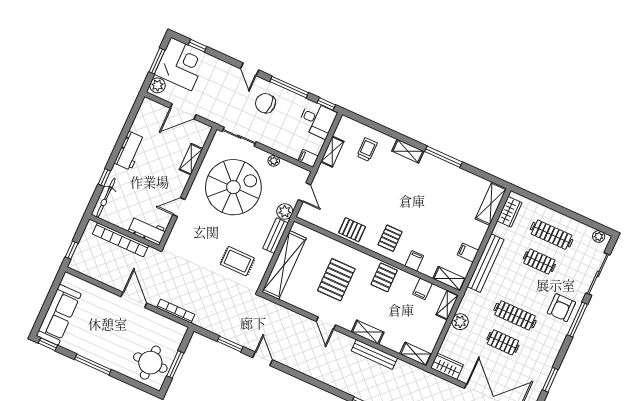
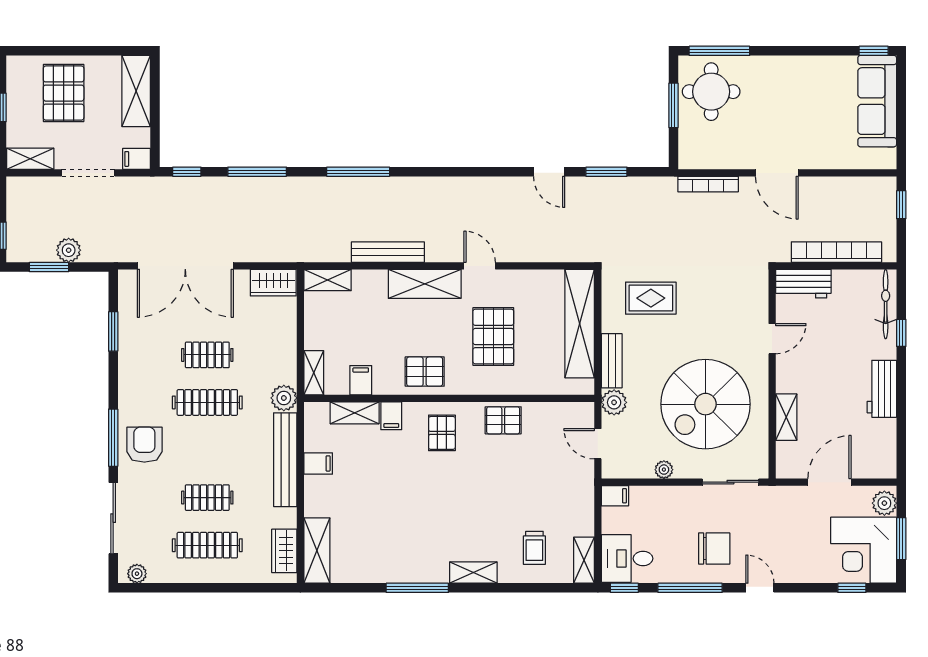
shelving: (332, 152) -> (584, 560), moved
pallet: (384, 277) -> (425, 372), turned 90
shelving: (449, 279) -> (355, 413), moved
plant: (460, 322) -> (284, 398), moved
shelving: (368, 332) -> (425, 284), width x1.50, depth x1.33
window: (93, 364) -> (719, 51), moved

